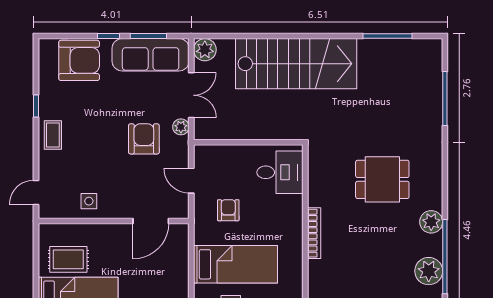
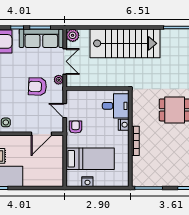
armchair: (144, 139) -> (37, 87), turned -88
nightstand: (294, 205) -> (124, 125), added
armchair: (228, 210) -> (75, 127), moved

